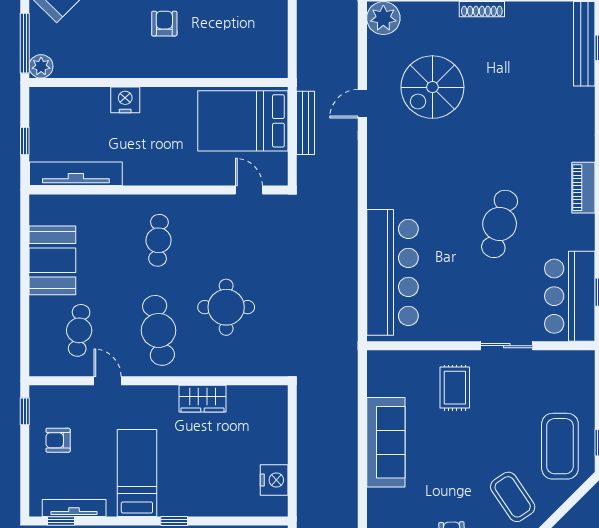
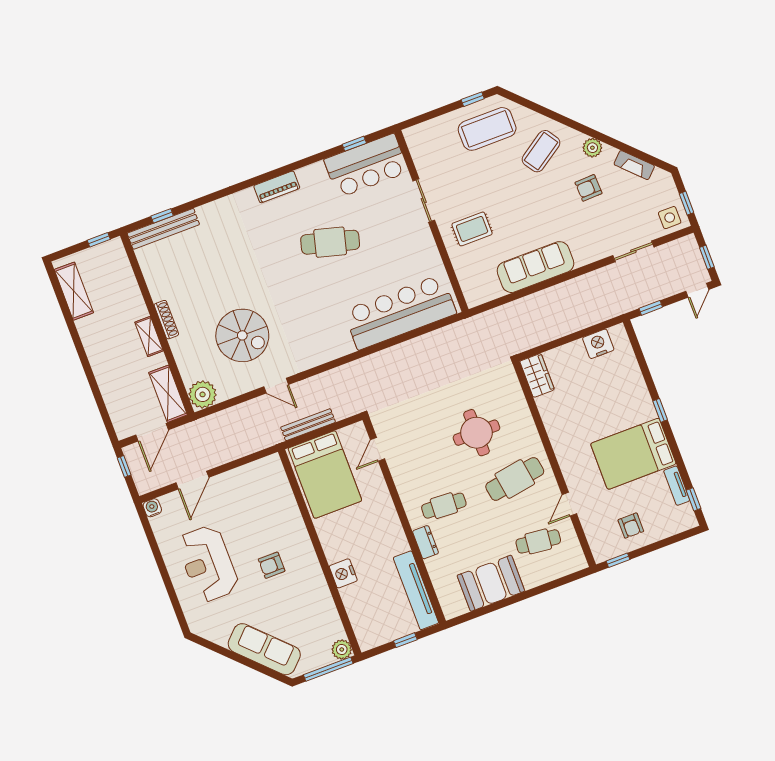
dresser: (125, 205) -> (425, 542), added
wardrobe: (202, 399) -> (537, 375), moved
bed: (137, 473) -> (633, 454), width x1.50
tv unit: (74, 508) -> (677, 486), width x0.71

